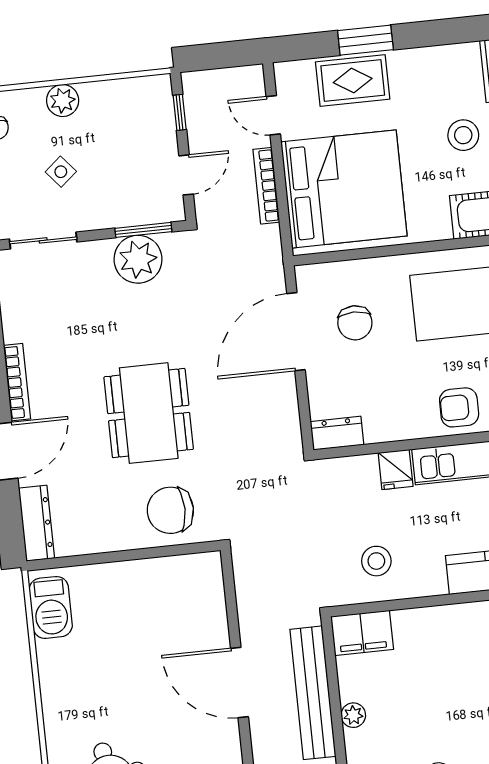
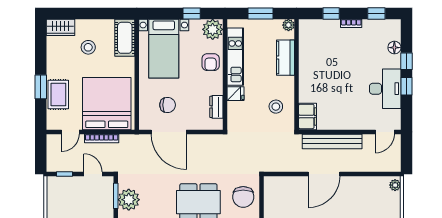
dresser: (337, 433) -> (216, 107), moved
plant: (353, 715) -> (344, 124), removed

